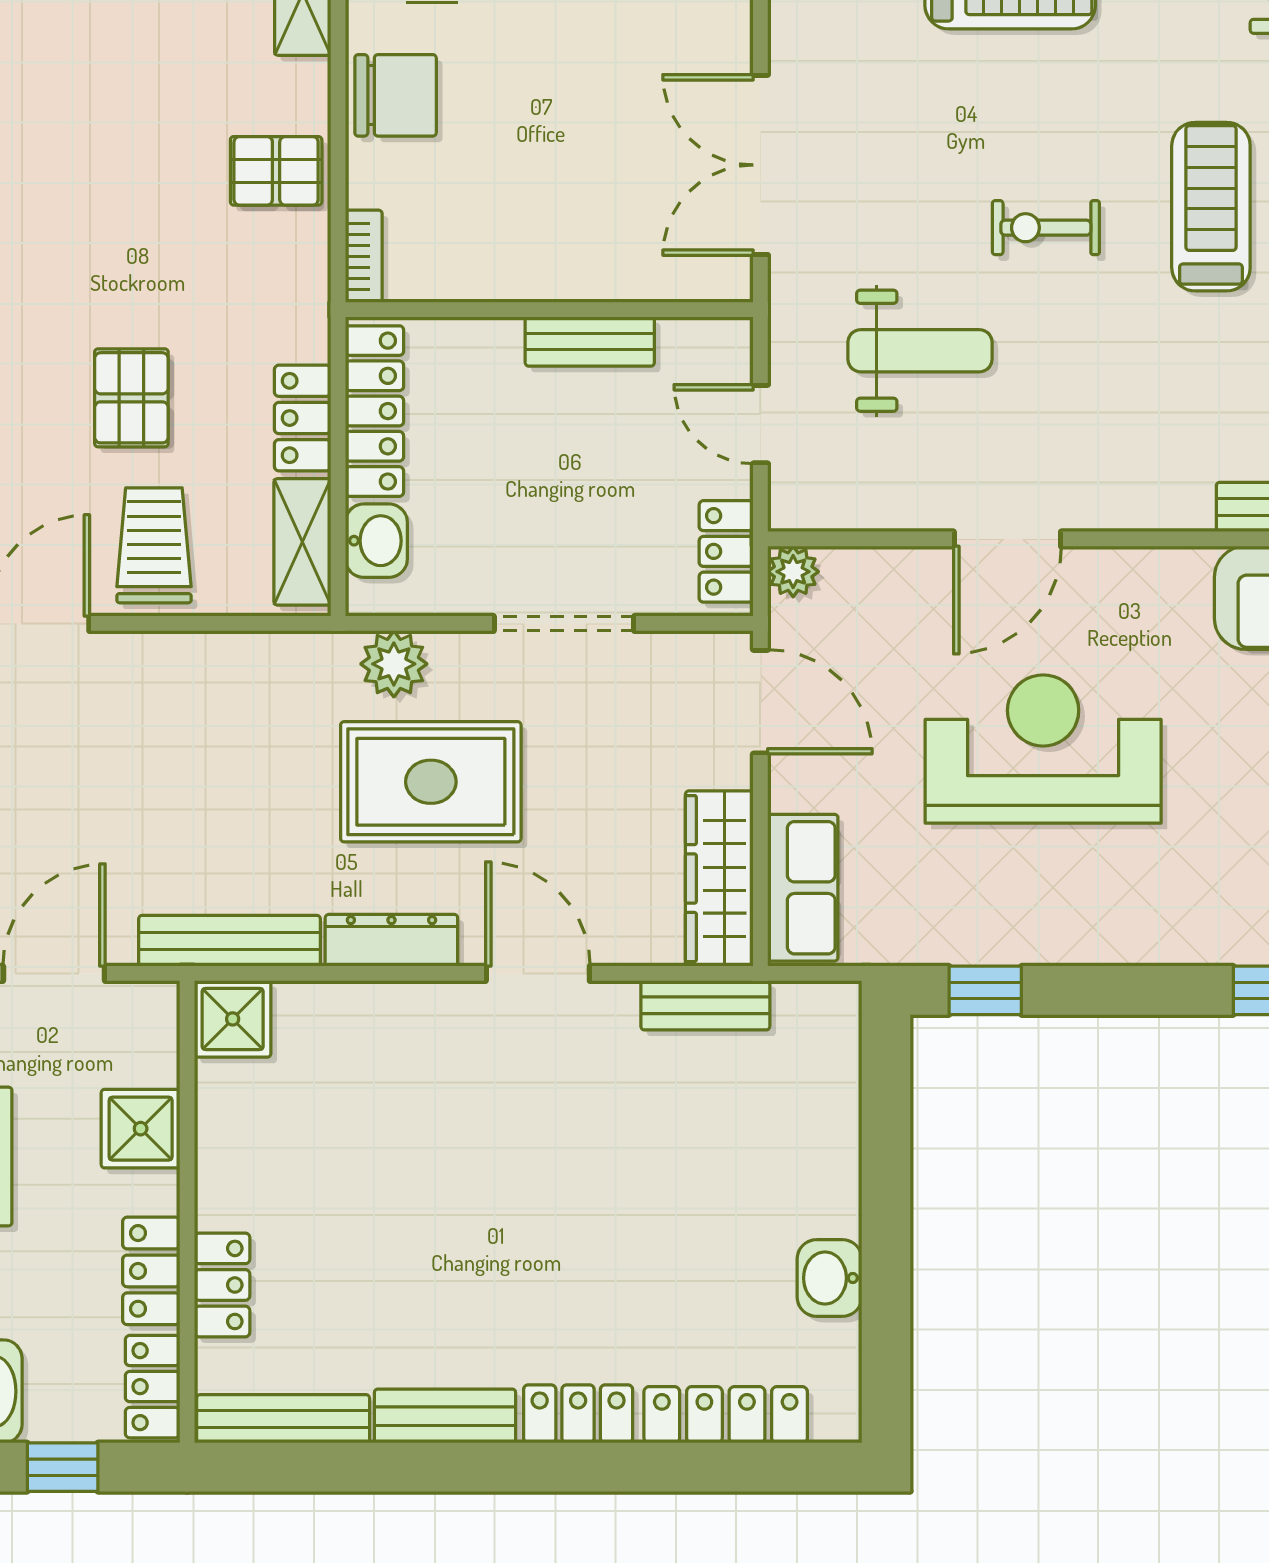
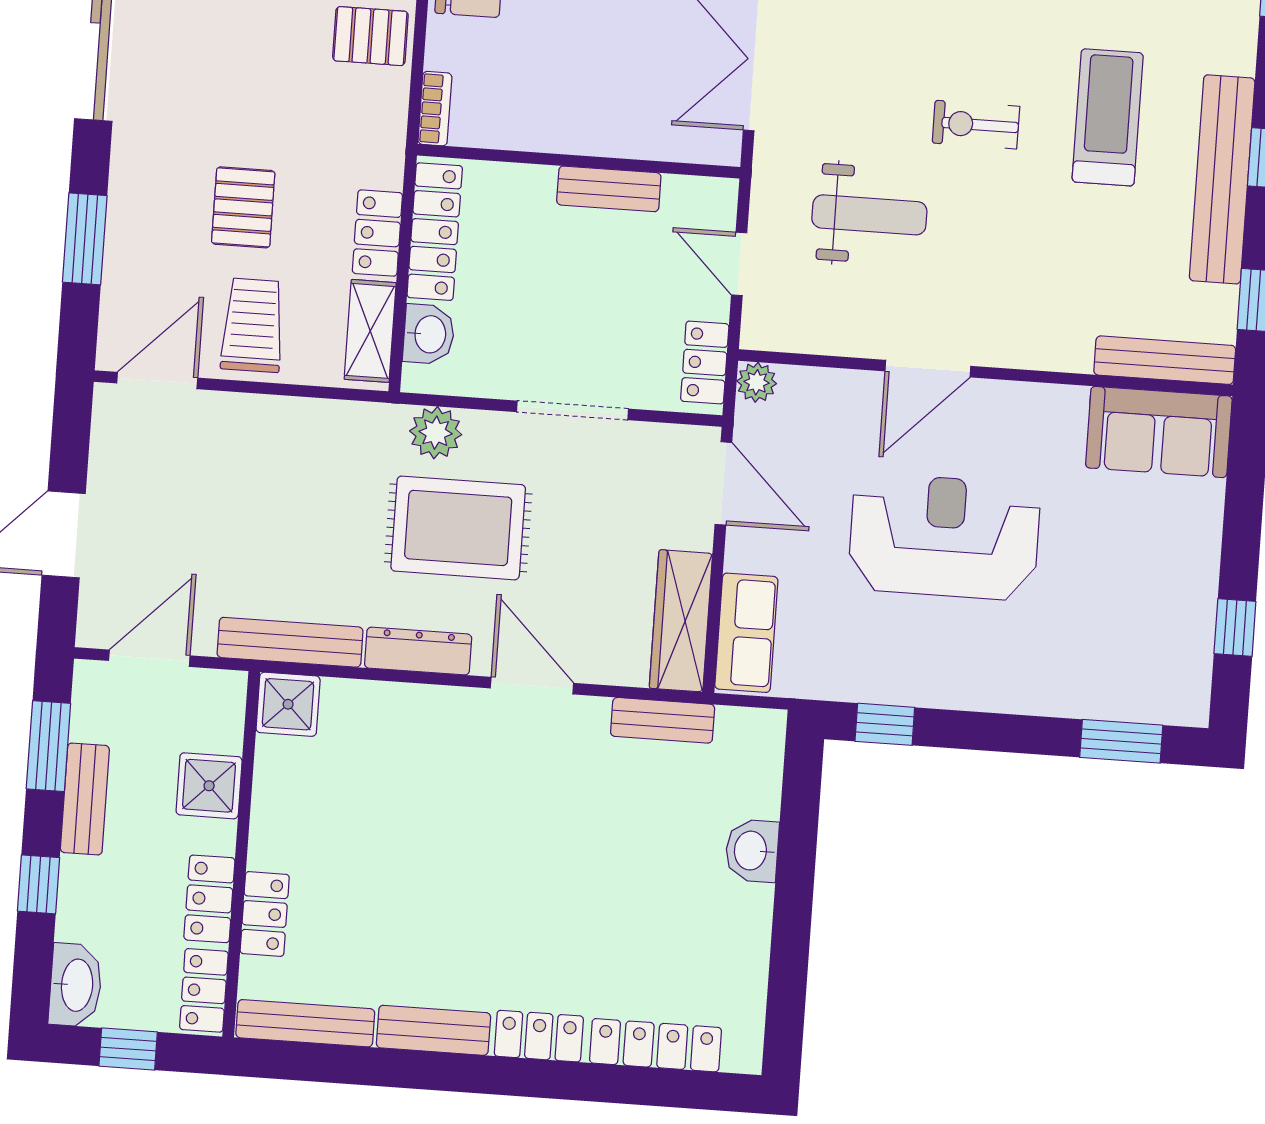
washbasin: (829, 1278) -> (752, 851), moved

